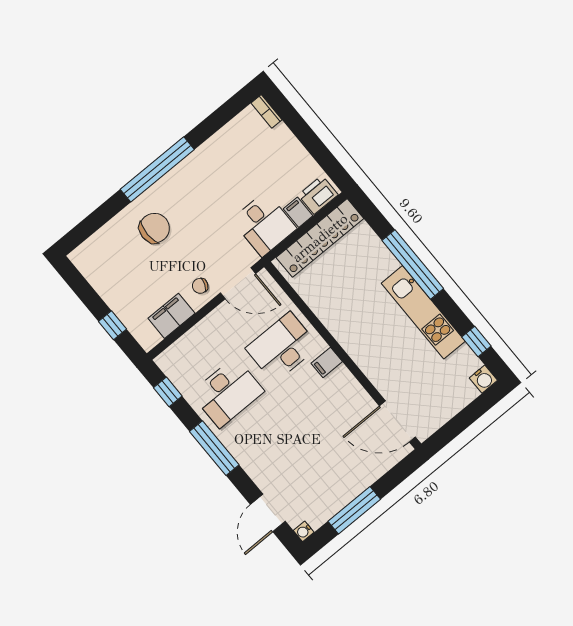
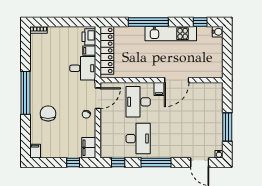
filing cabinet: (83, 255) -> (35, 151), added
filing cabinet: (171, 316) -> (89, 148), moved
door: (397, 421) -> (177, 80), moved

